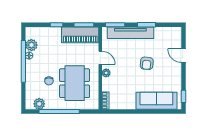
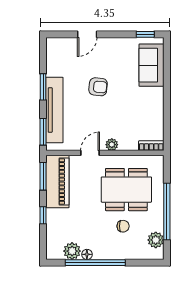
sofa: (156, 101) -> (152, 65), width x0.73

